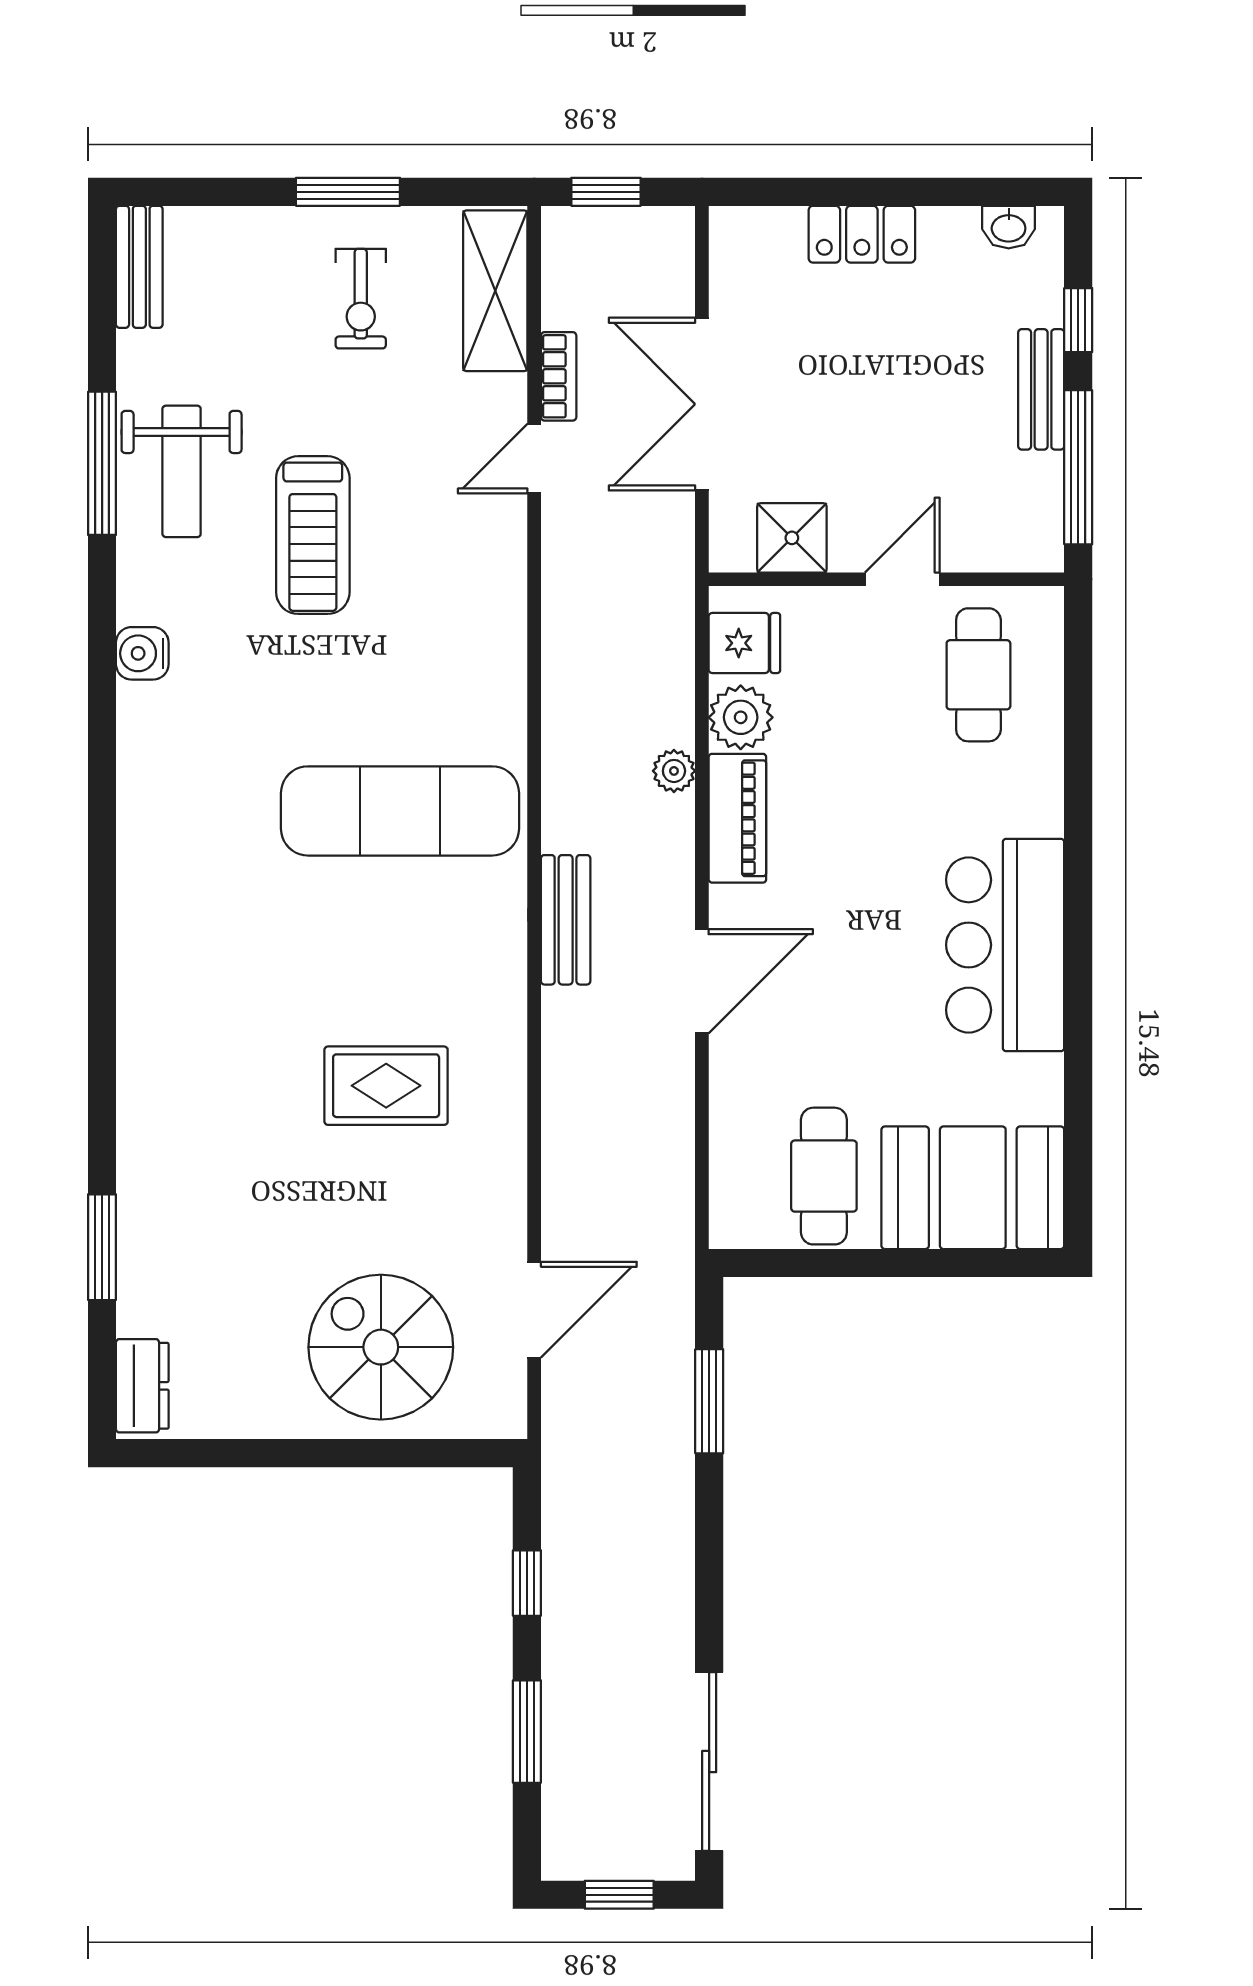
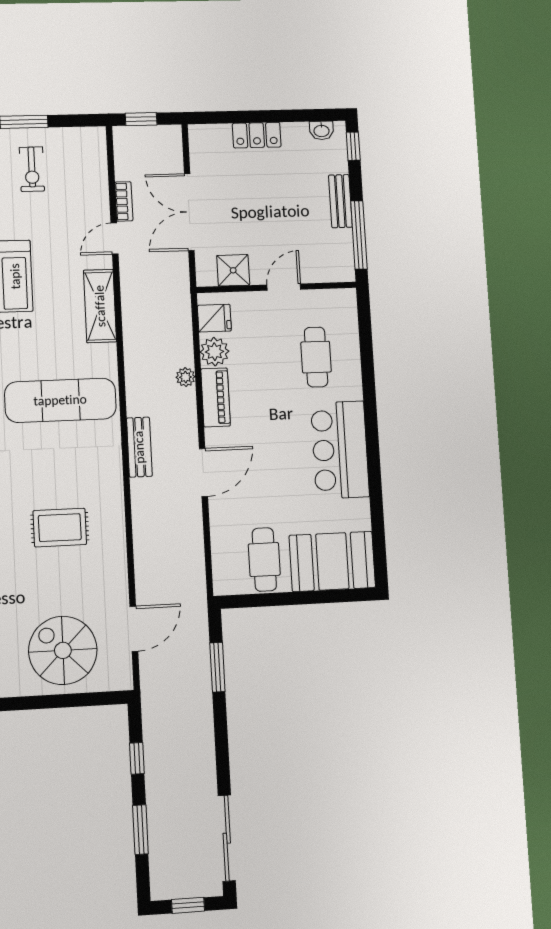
shelving: (495, 291) -> (100, 306), moved
window: (1078, 320) -> (353, 146), moved
cafe table: (978, 675) -> (316, 357), moved

